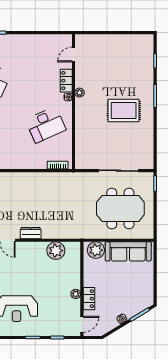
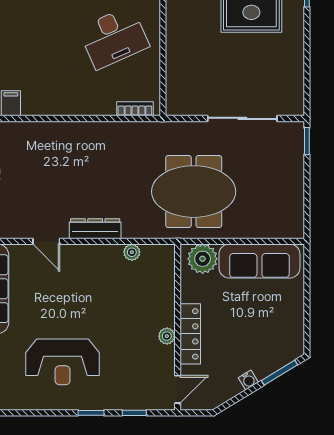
meeting table: (120, 208) -> (194, 192), moved
dresser: (31, 233) -> (95, 229), width x1.44
plant: (56, 251) -> (132, 252), width x0.53, depth x0.53
locker: (89, 299) -> (190, 334), width x1.53

